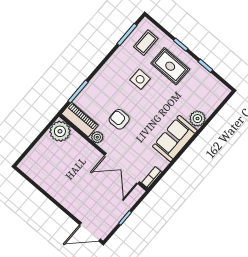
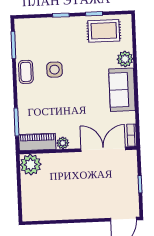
coffee table: (146, 43) -> (26, 72), moved
rug: (170, 66) -> (104, 31), moved
armchair: (119, 119) -> (67, 114), removed
double door: (122, 169) -> (103, 149), swing flipped

